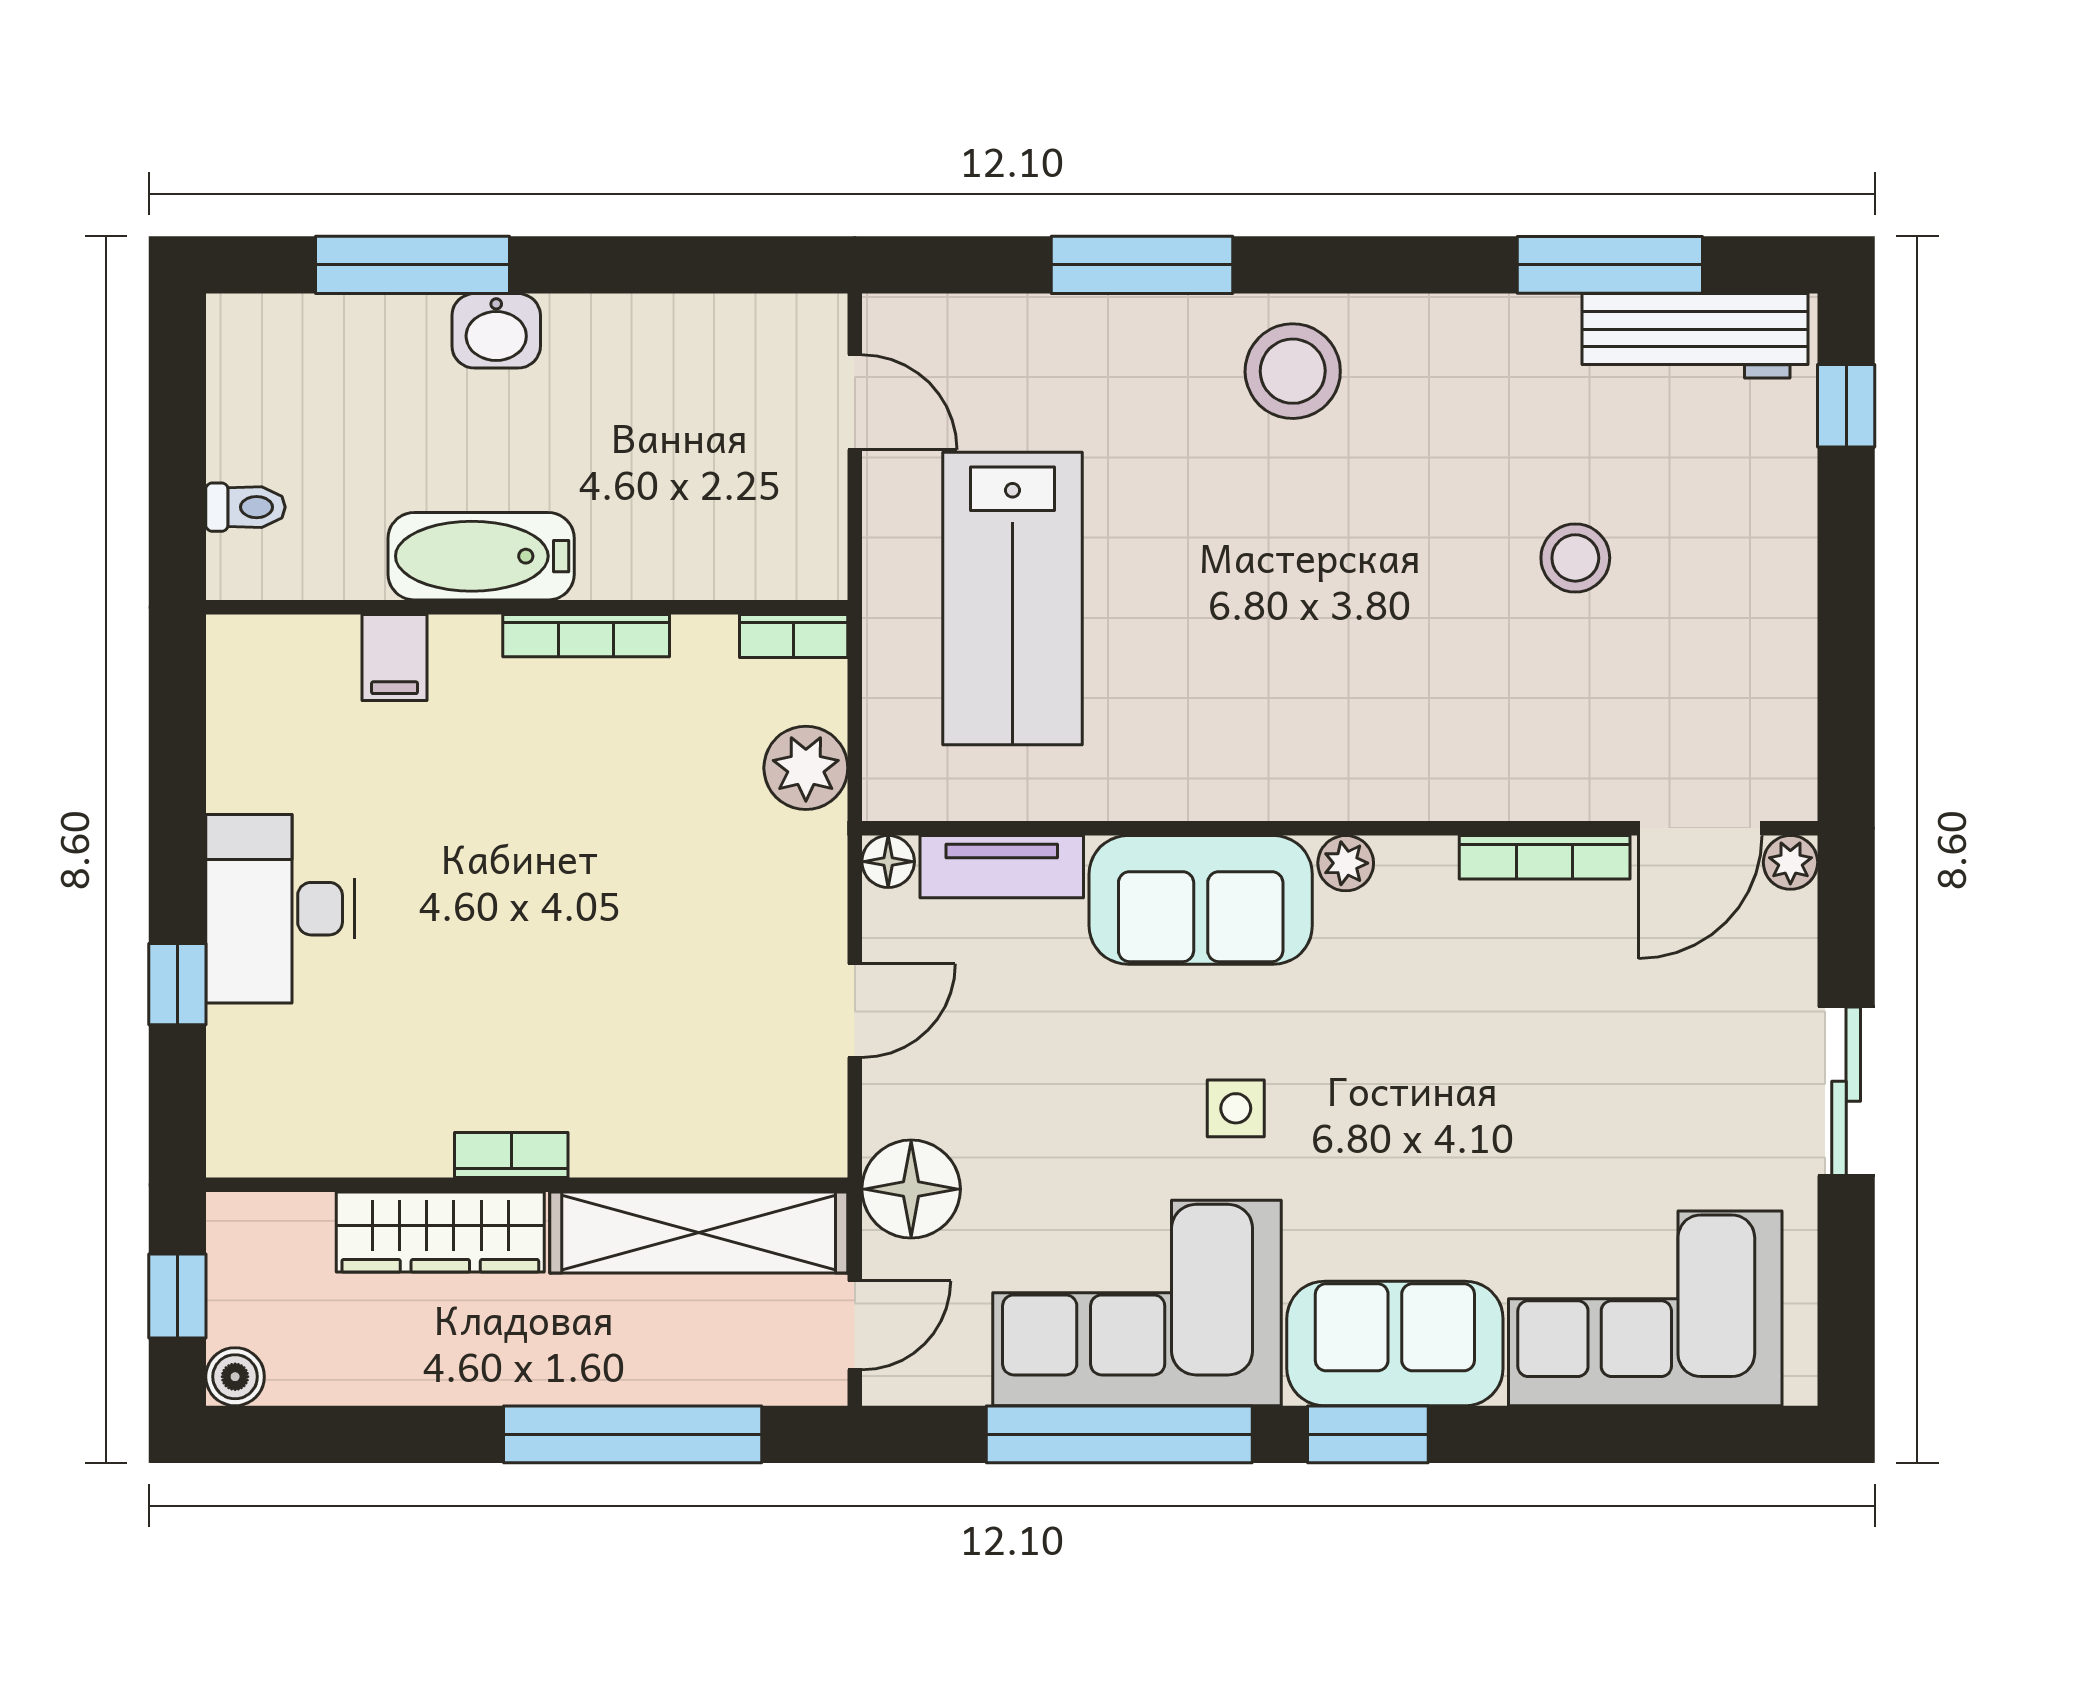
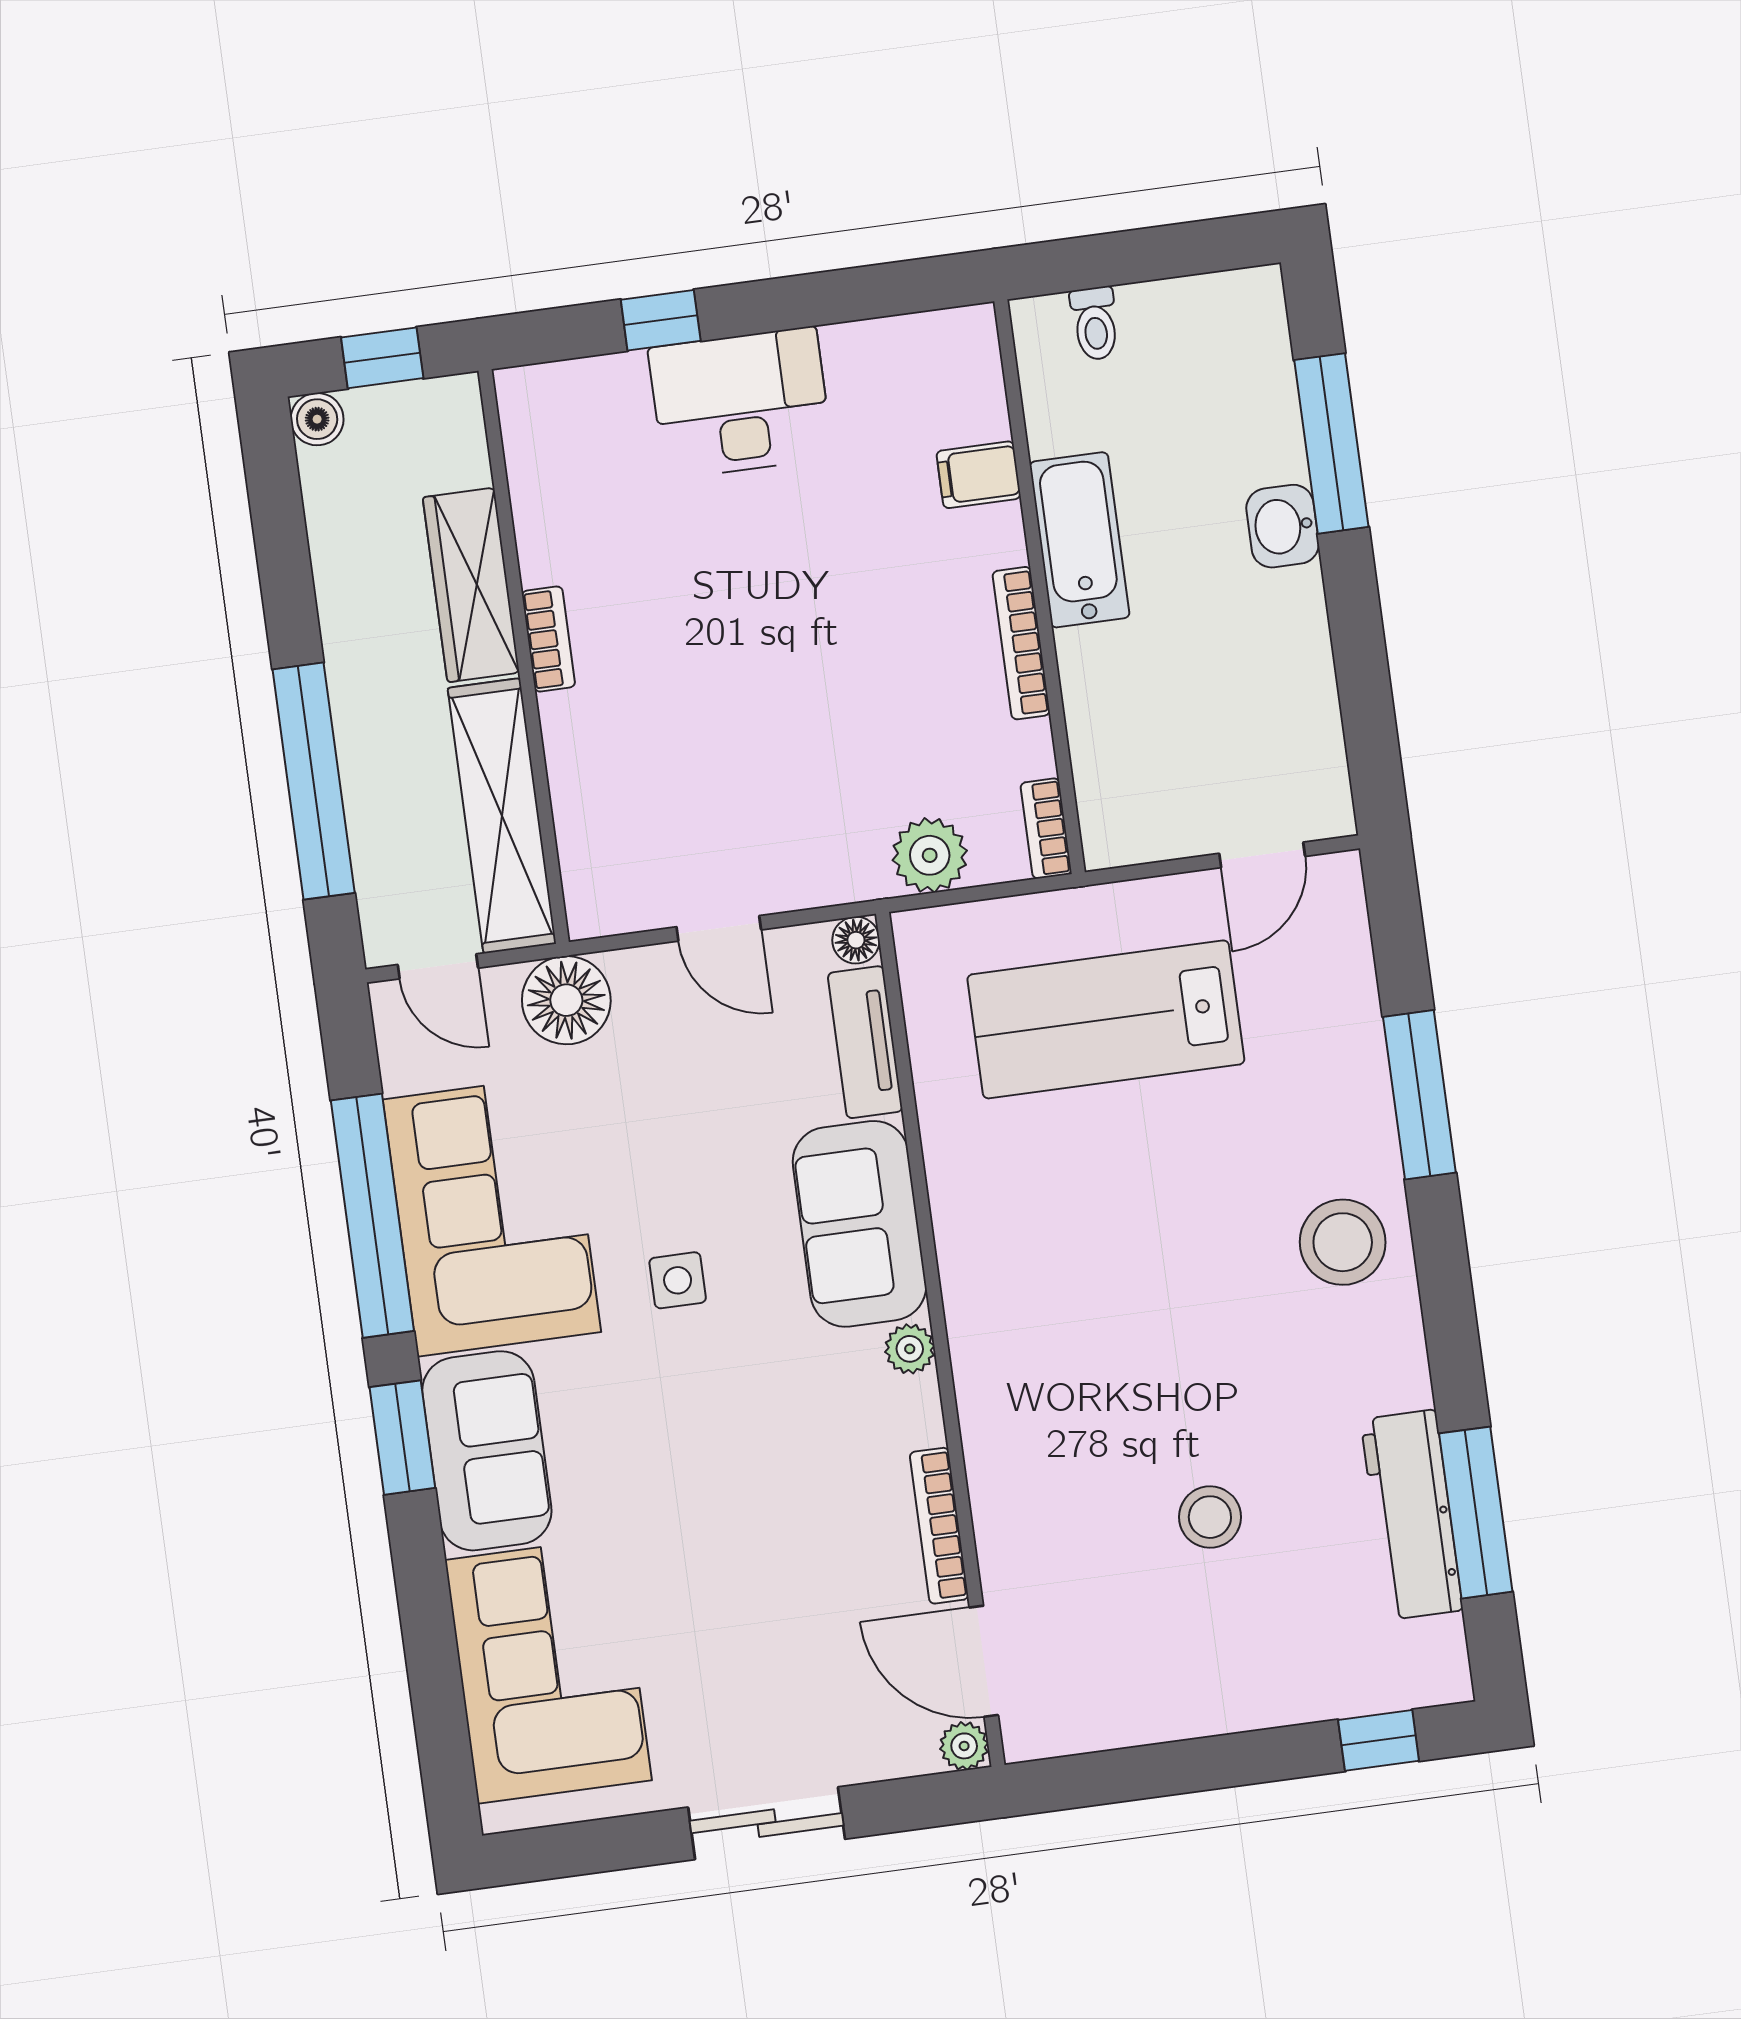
workbench: (1695, 336) -> (1412, 1515), moved

